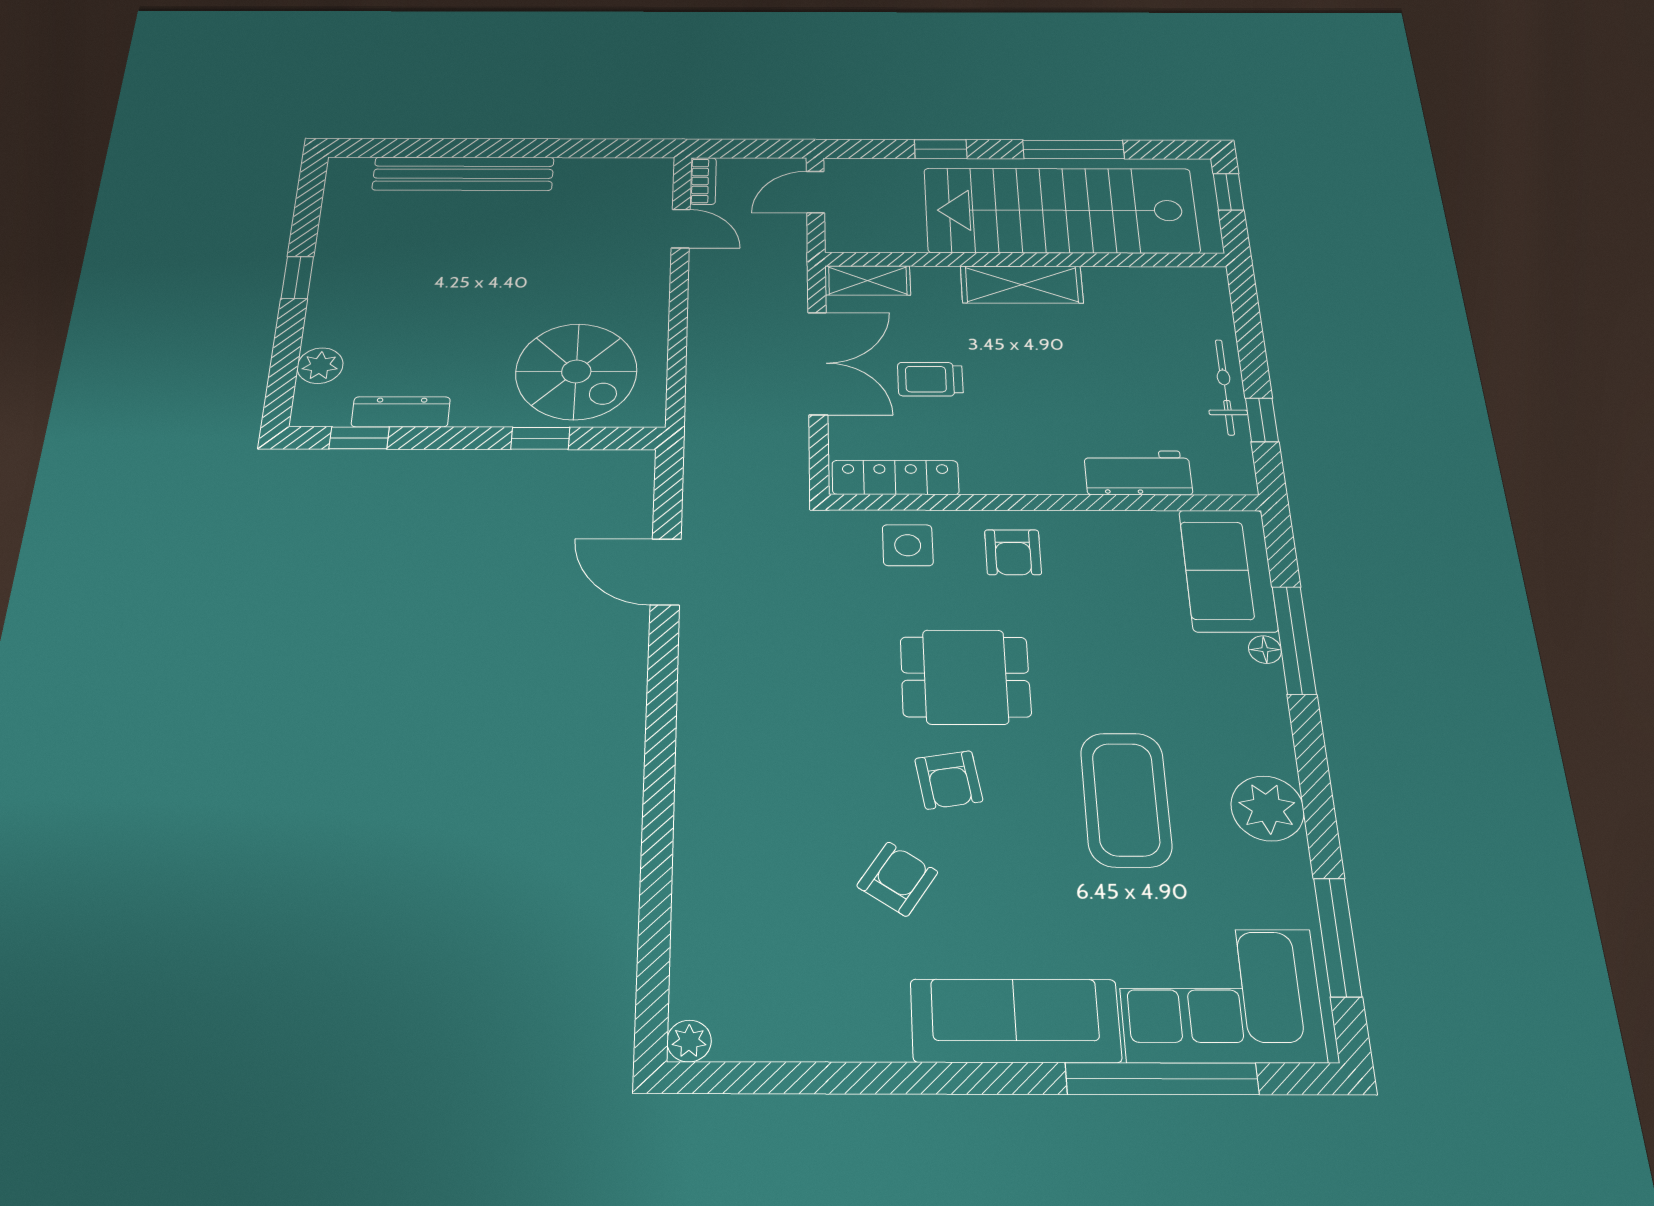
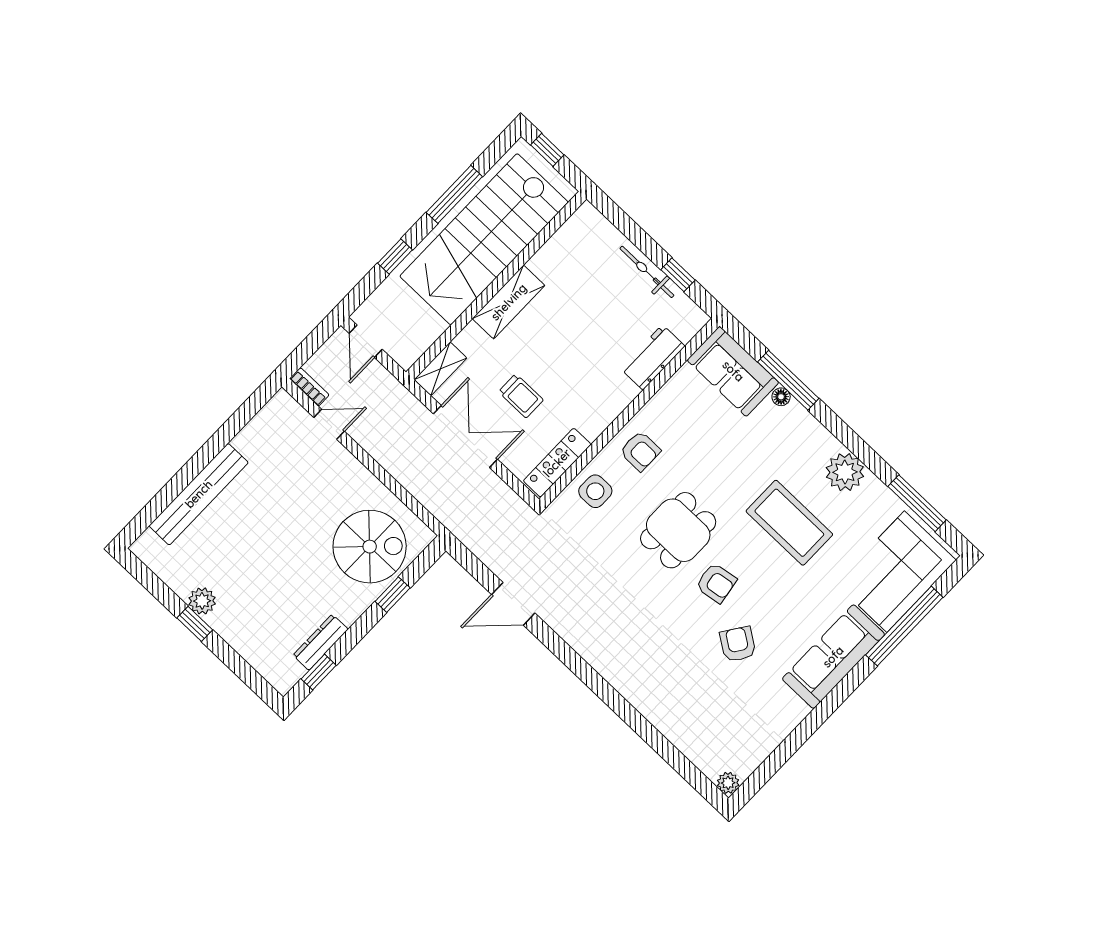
plant: (320, 366) -> (202, 601), moved
trolley: (930, 379) -> (521, 396), turned -90

